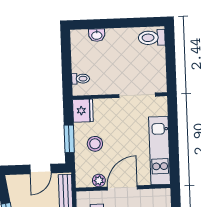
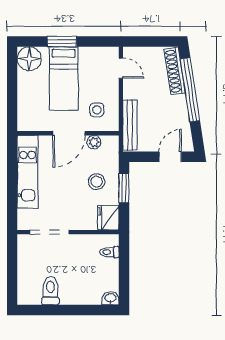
washbasin: (97, 35) -> (110, 298), moved
toilet: (152, 38) -> (50, 291), moved, turned -90
door: (40, 169) -> (170, 157), moved

